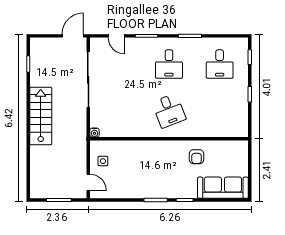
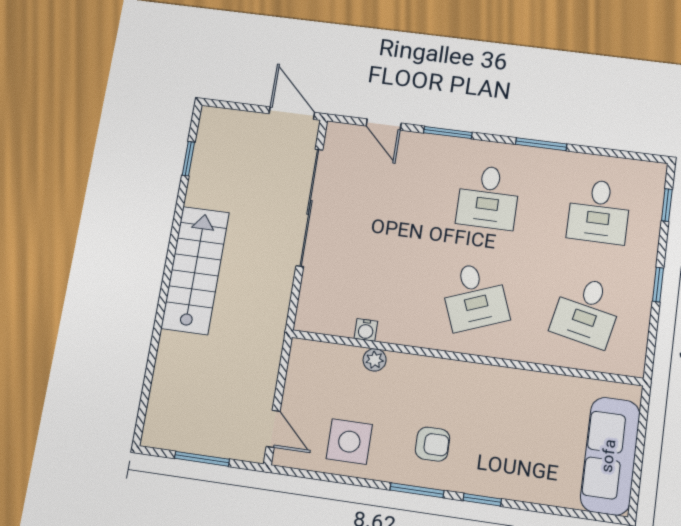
door: (73, 36) -> (292, 113), hinge flipped
desk: (220, 111) -> (587, 311), added
water cooler: (94, 133) -> (366, 330), moved
plant: (128, 146) -> (375, 360), added
armchair: (196, 157) -> (433, 444), moved, turned -90
side table: (103, 161) -> (349, 442), moved, width x1.87, depth x1.87
sofa: (223, 188) -> (610, 456), moved, turned -90

